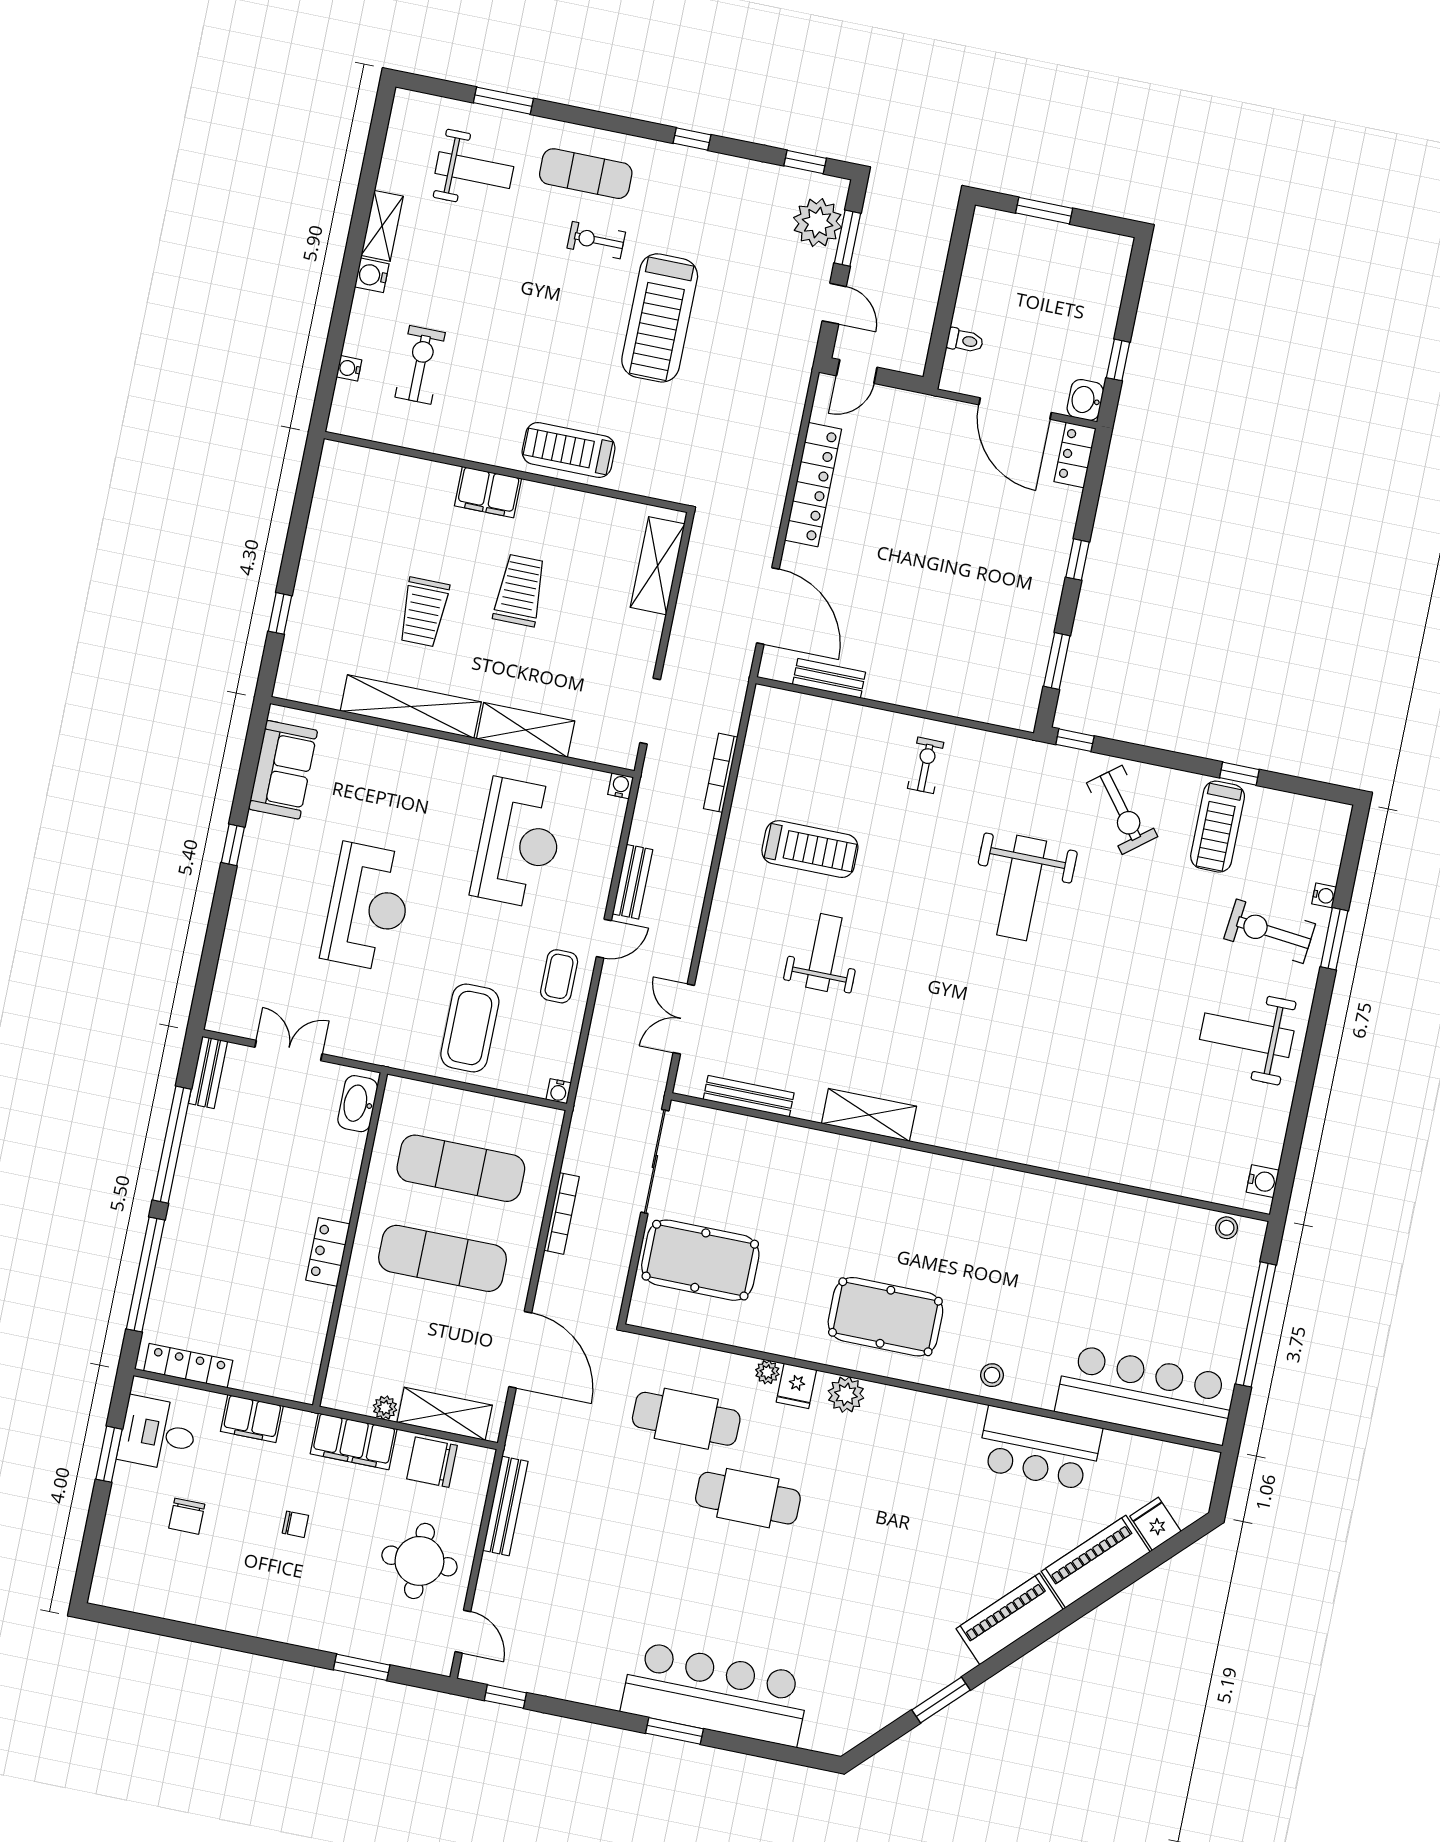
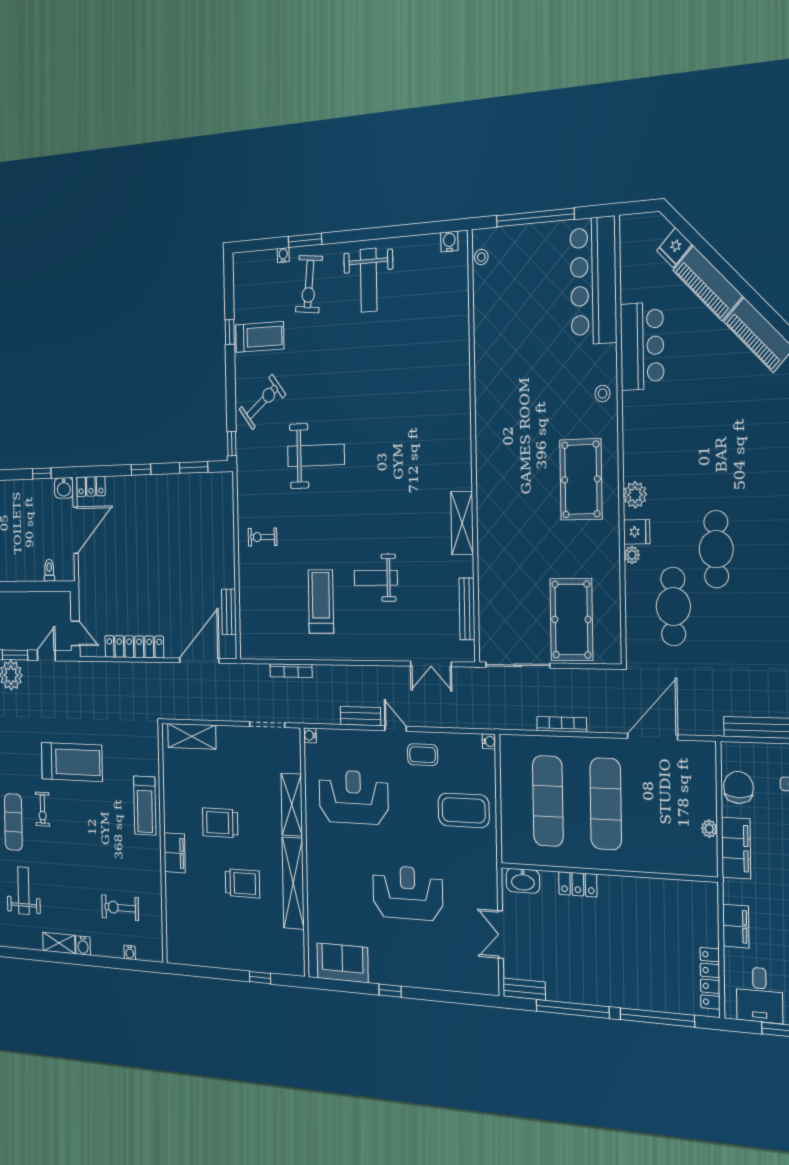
locker: (328, 1252) -> (578, 884), moved
shelving: (445, 1414) -> (705, 784), removed
chair: (432, 1462) -> (738, 787), turned 180

